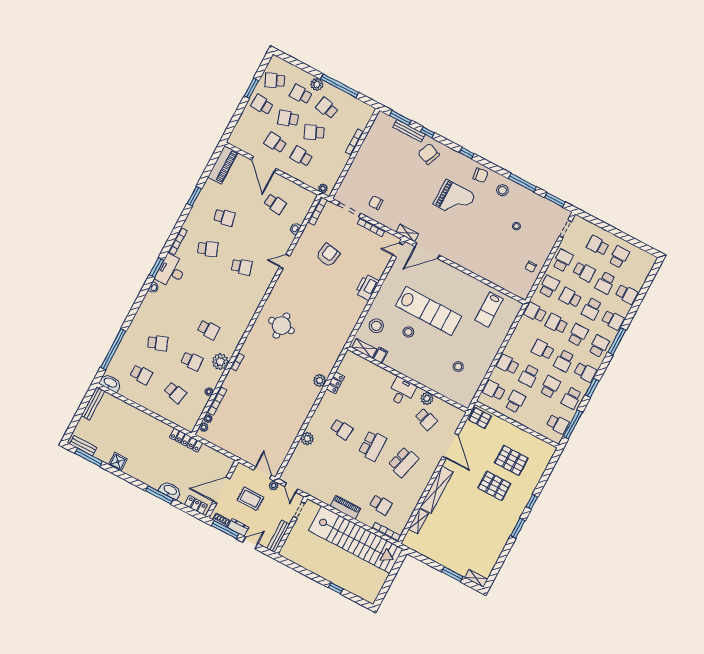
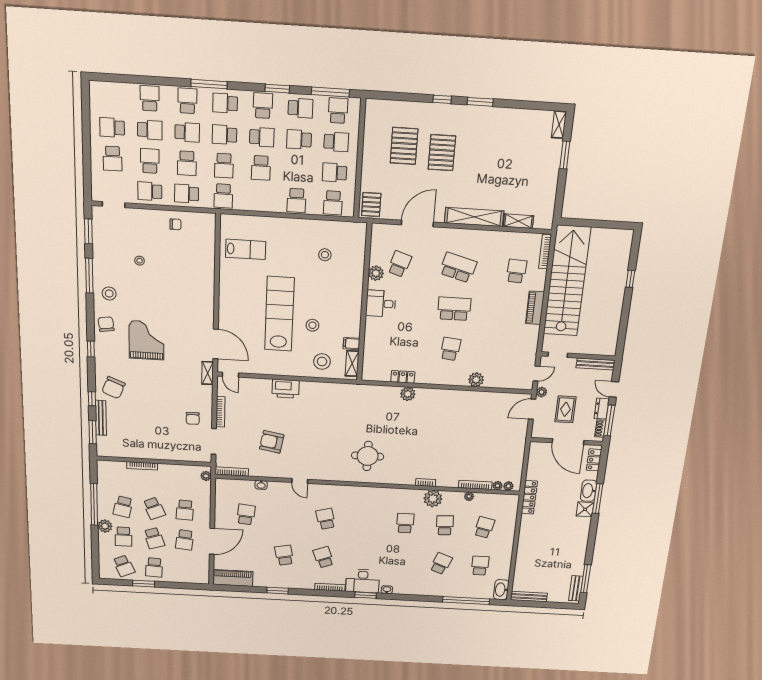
school desk: (158, 343) -> (441, 564), turned 42
school desk: (529, 376) -> (336, 142), moved
shower: (118, 462) -> (585, 509), moved

